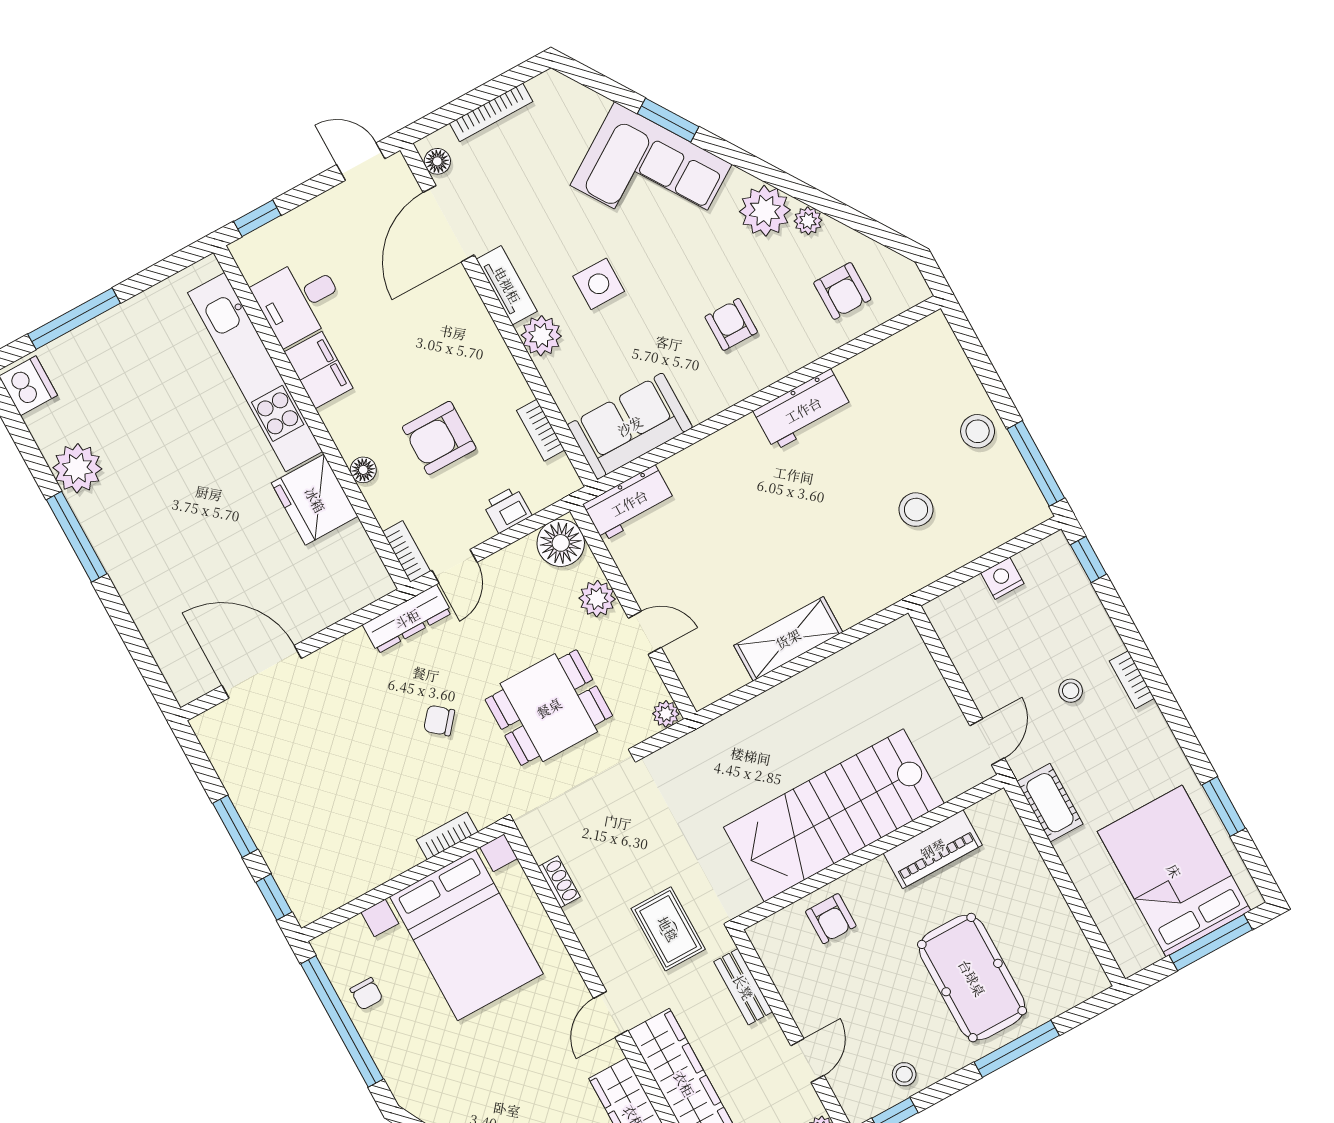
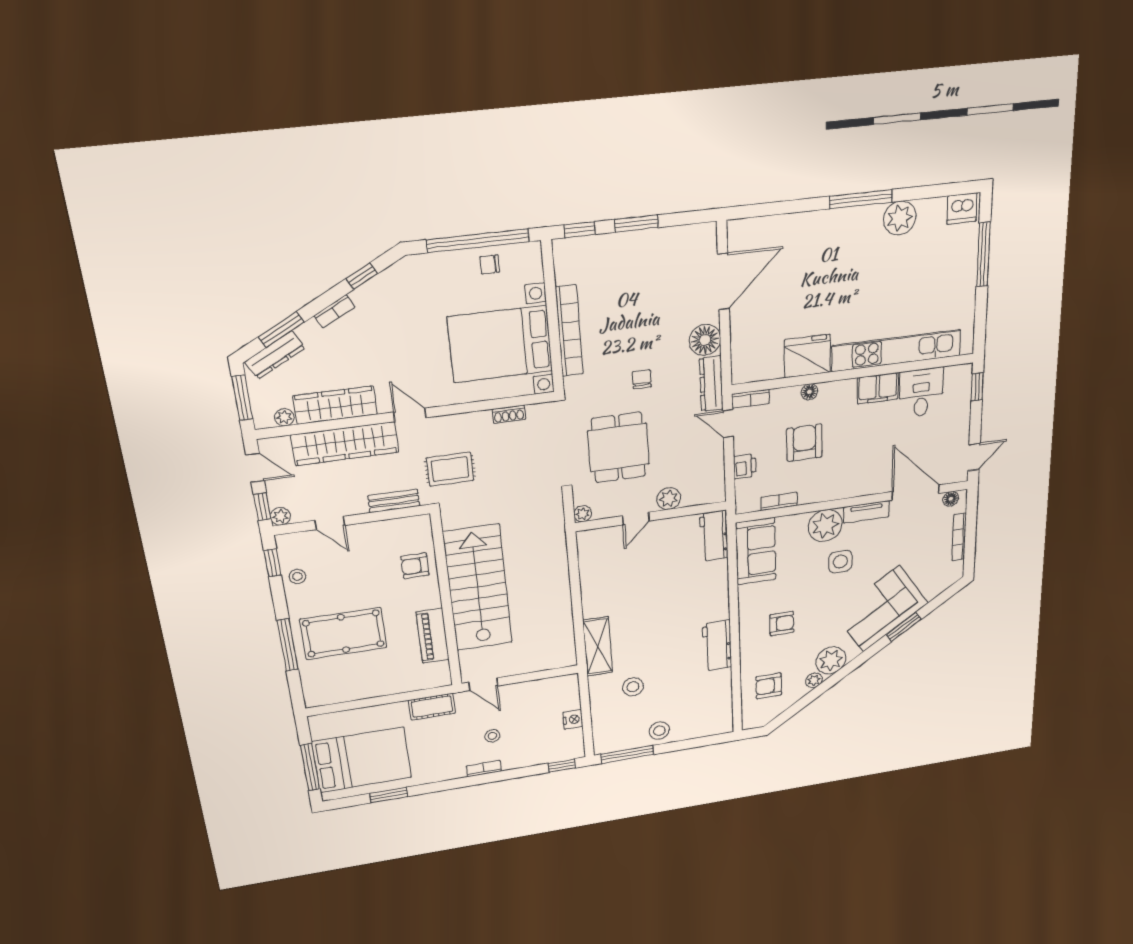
plant: (541, 336) -> (825, 526), width x1.36, depth x1.36
floor lamp: (561, 543) -> (705, 340), moved
shelving: (788, 639) -> (598, 646), moved
chair: (439, 721) -> (642, 379), turned -40
bookcase: (447, 836) -> (569, 331), width x2.31, depth x1.31

